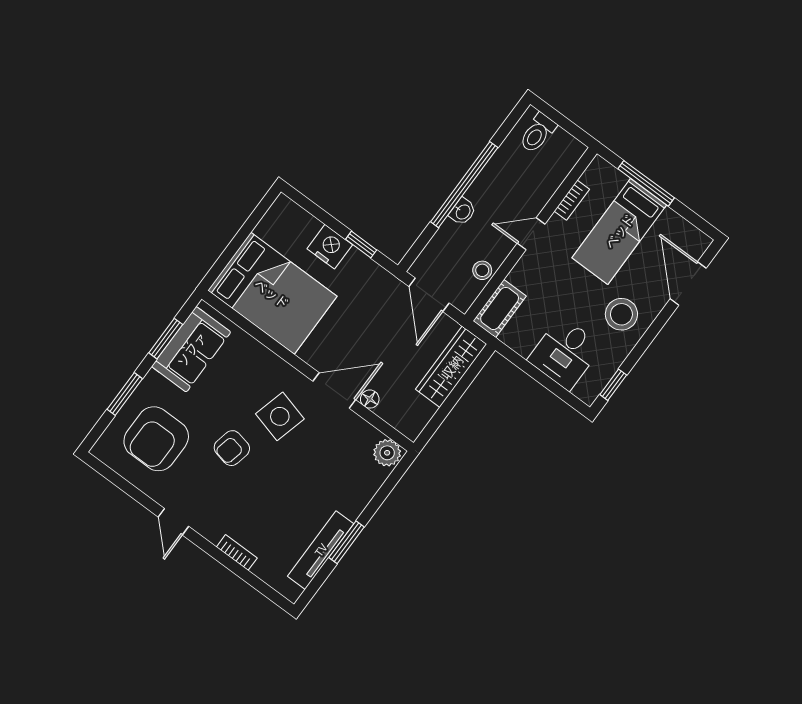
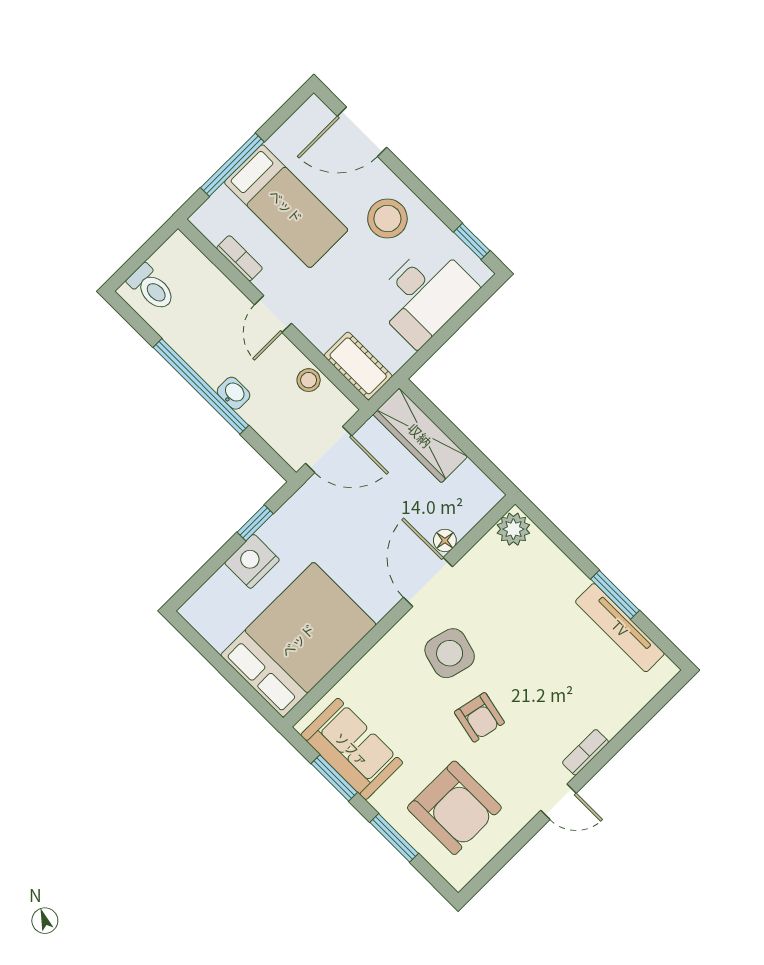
desk: (565, 353) -> (424, 295), width x1.37
bookcase: (237, 552) -> (585, 752), moved

